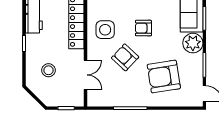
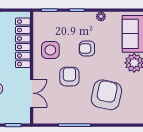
armchair: (125, 57) -> (69, 77), turned 47
armchair: (164, 77) -> (106, 95), turned 111

